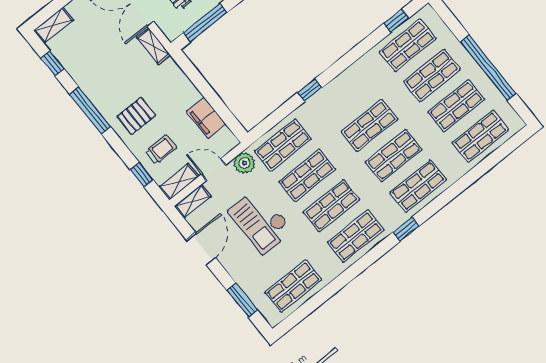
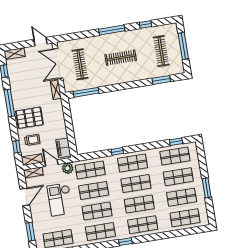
window: (488, 68) -> (207, 188), width x0.47
shop shelf: (345, 95) -> (133, 163), added
pallet: (136, 116) -> (29, 118), width x1.50, depth x1.42
filing cabinet: (206, 118) -> (63, 148), moved

